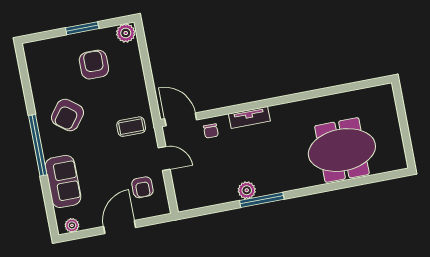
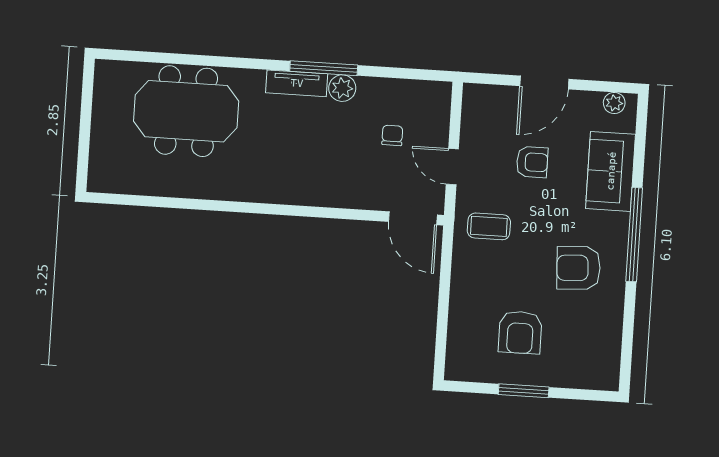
plant: (126, 33) -> (461, 367), removed
armchair: (68, 115) -> (579, 268), turned -130
tv unit: (249, 117) -> (297, 83), moved, turned 180
chair: (211, 131) -> (392, 135), moved
armchair: (142, 187) -> (532, 162), moved, turned 90

